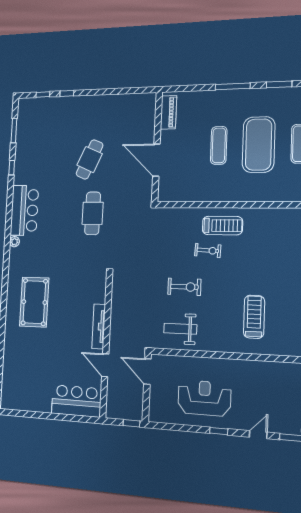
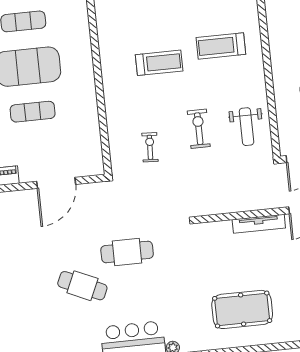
cafe table: (90, 159) -> (82, 286), moved
treadmill: (222, 226) -> (159, 63), moved, turned 90
exercise bike: (208, 250) -> (150, 147), moved

